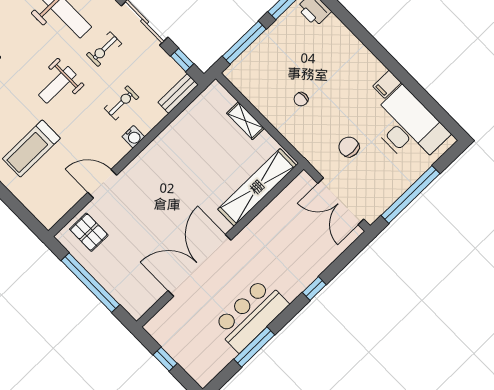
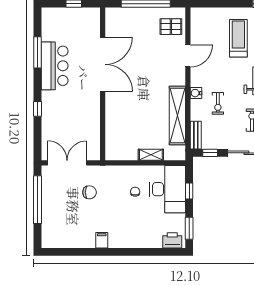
window: (244, 43) -> (189, 191), width x0.46
desk: (408, 127) -> (168, 189), moved, turned -90
shelving: (257, 187) -> (177, 116), moved

